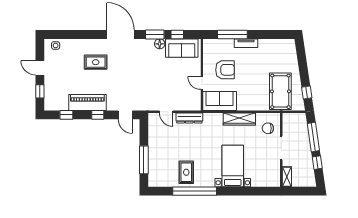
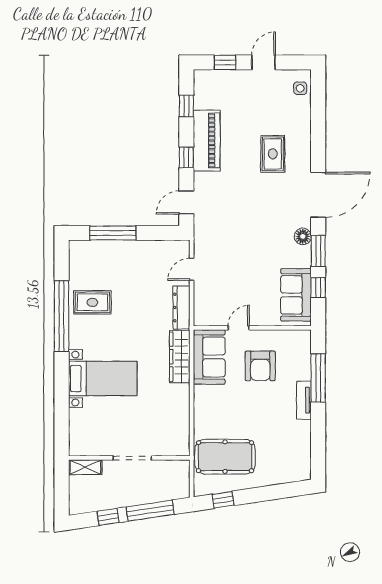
floor lamp: (160, 44) -> (303, 236), moved
wardrobe: (239, 119) -> (180, 357), moved
chair: (268, 128) -> (164, 436), removed

